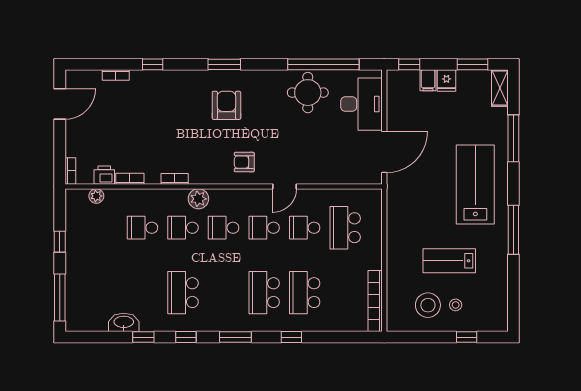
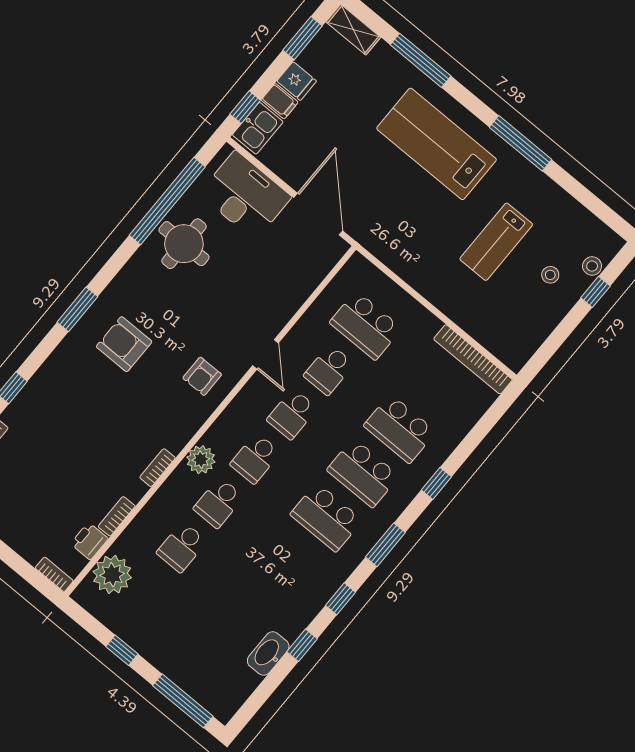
kitchen sink: (403, 81) -> (258, 128), added
plant: (96, 196) -> (112, 575), width x1.88, depth x1.88
school desk: (183, 293) -> (326, 517), moved
stool: (428, 305) -> (592, 266), moved, width x0.53, depth x0.53

